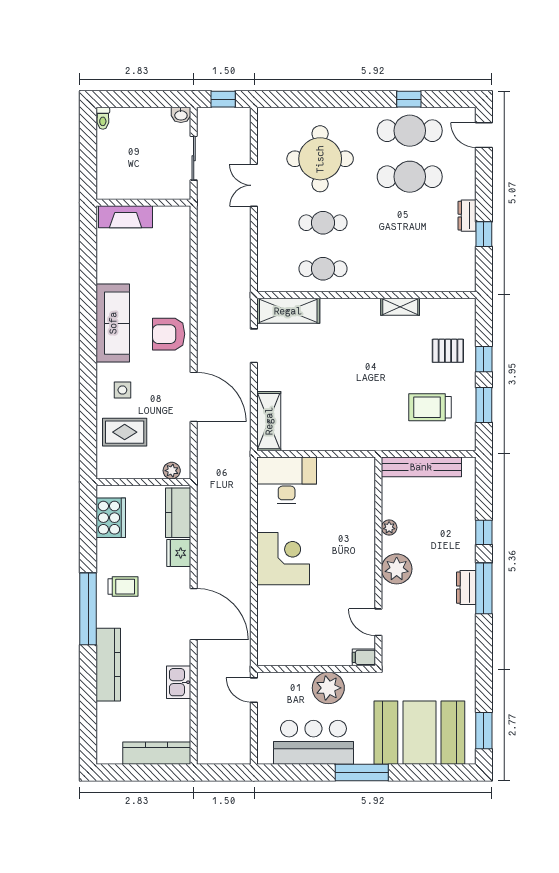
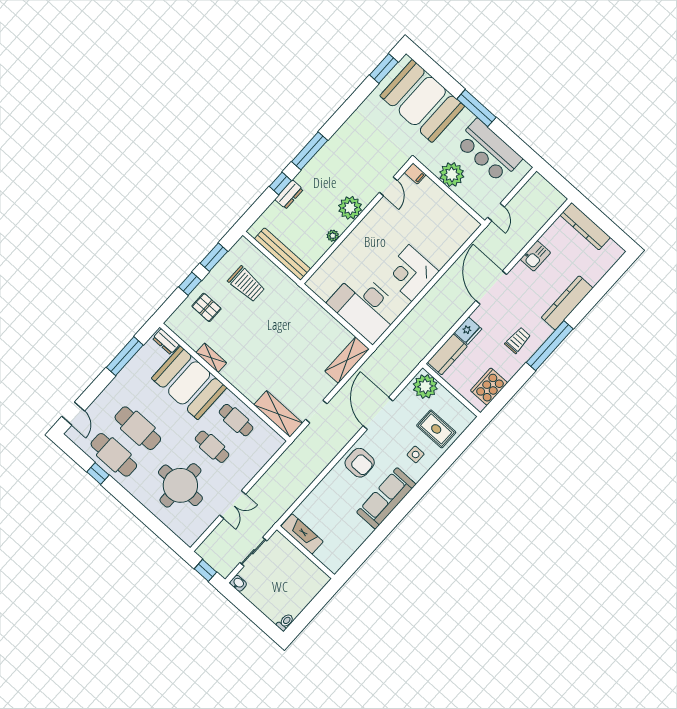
dresser: (467, 216) -> (166, 342), moved, turned 90
fireplace: (126, 217) -> (302, 534), moved
window: (484, 234) -> (125, 356), width x2.17
booth: (400, 264) -> (189, 383), added
plant: (172, 471) -> (425, 386), width x1.88, depth x1.88
desk: (287, 480) -> (365, 307), width x1.36, depth x1.30
trolley: (123, 587) -> (518, 340), turned 90
dresser: (466, 588) -> (289, 194), moved

